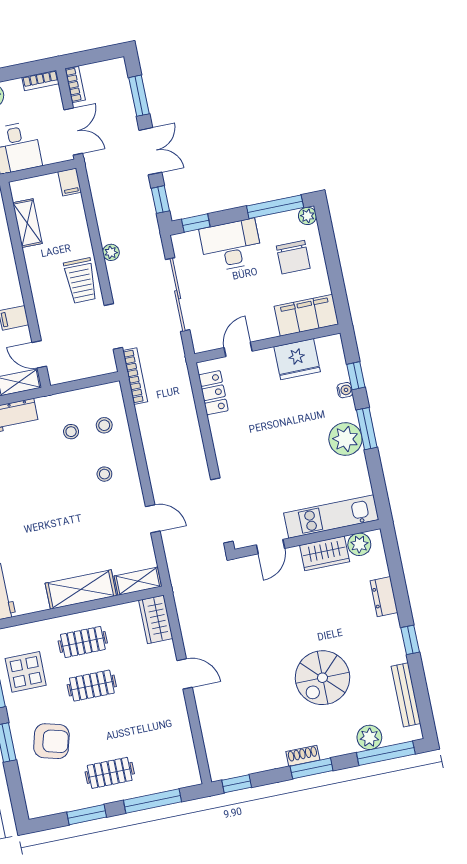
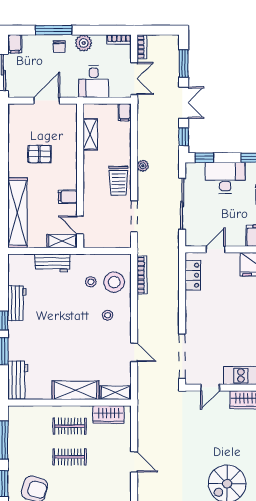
bookcase: (135, 376) -> (142, 275), moved
stool: (104, 425) -> (114, 282), width x1.89, depth x1.89
wardrobe: (156, 619) -> (108, 414), moved, turned -90
display table: (26, 672) -> (27, 438), removed

